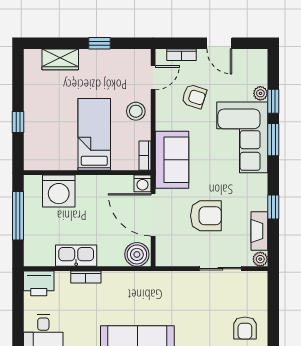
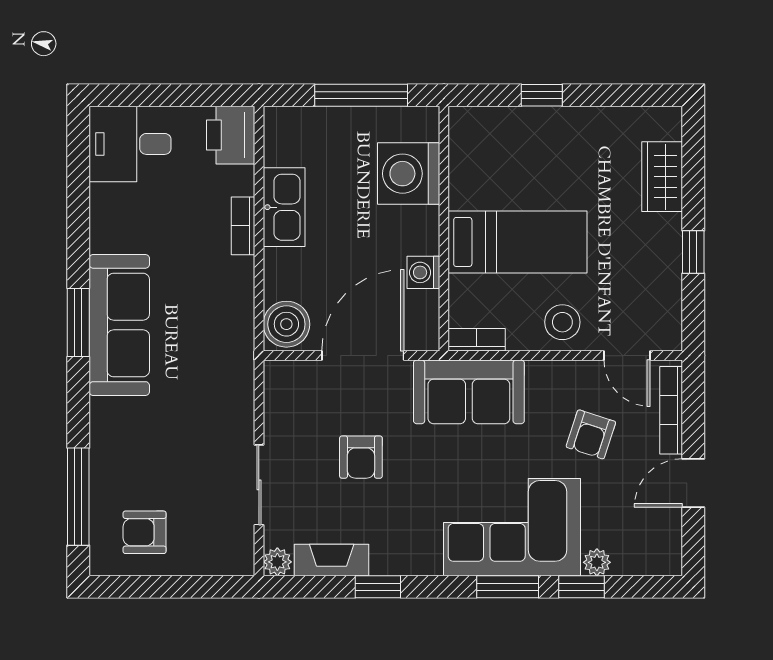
bookcase: (182, 55) -> (671, 410), width x1.56
washing machine: (142, 183) -> (423, 272), moved
armchair: (206, 216) -> (361, 457), width x0.72, depth x0.72

